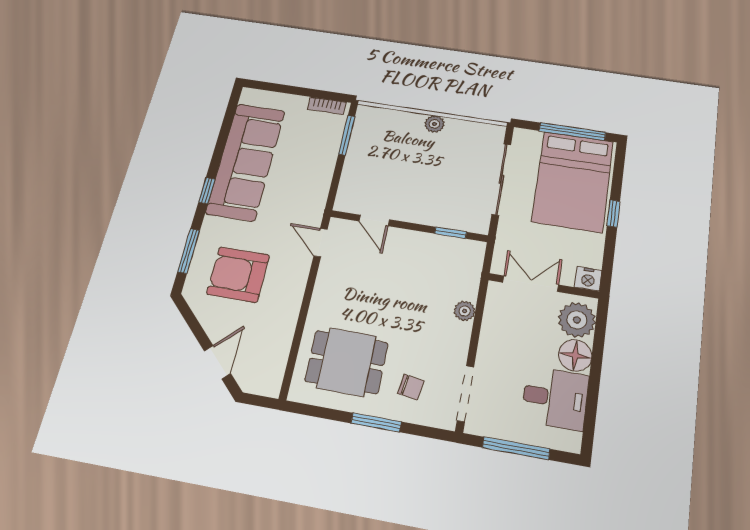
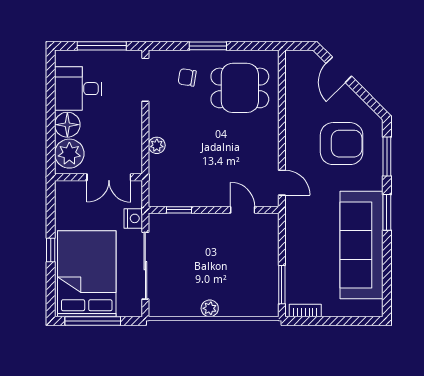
window: (207, 191) -> (387, 212), width x1.50
nightstand: (588, 279) -> (133, 218), moved, turned 90

